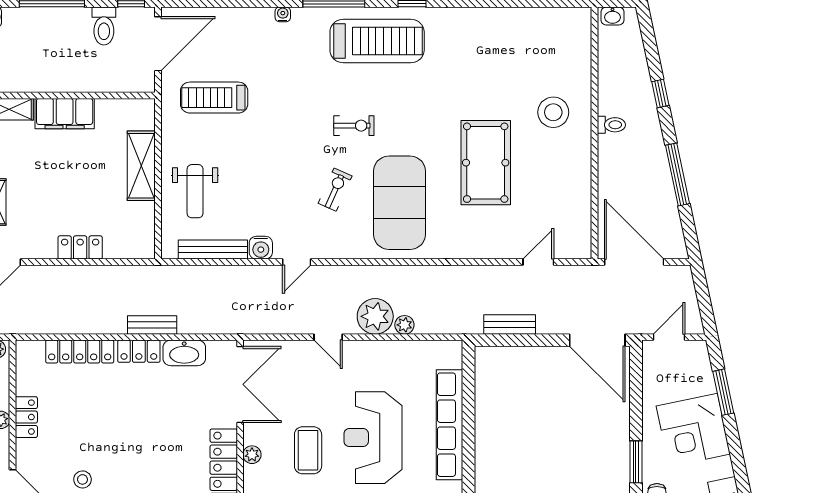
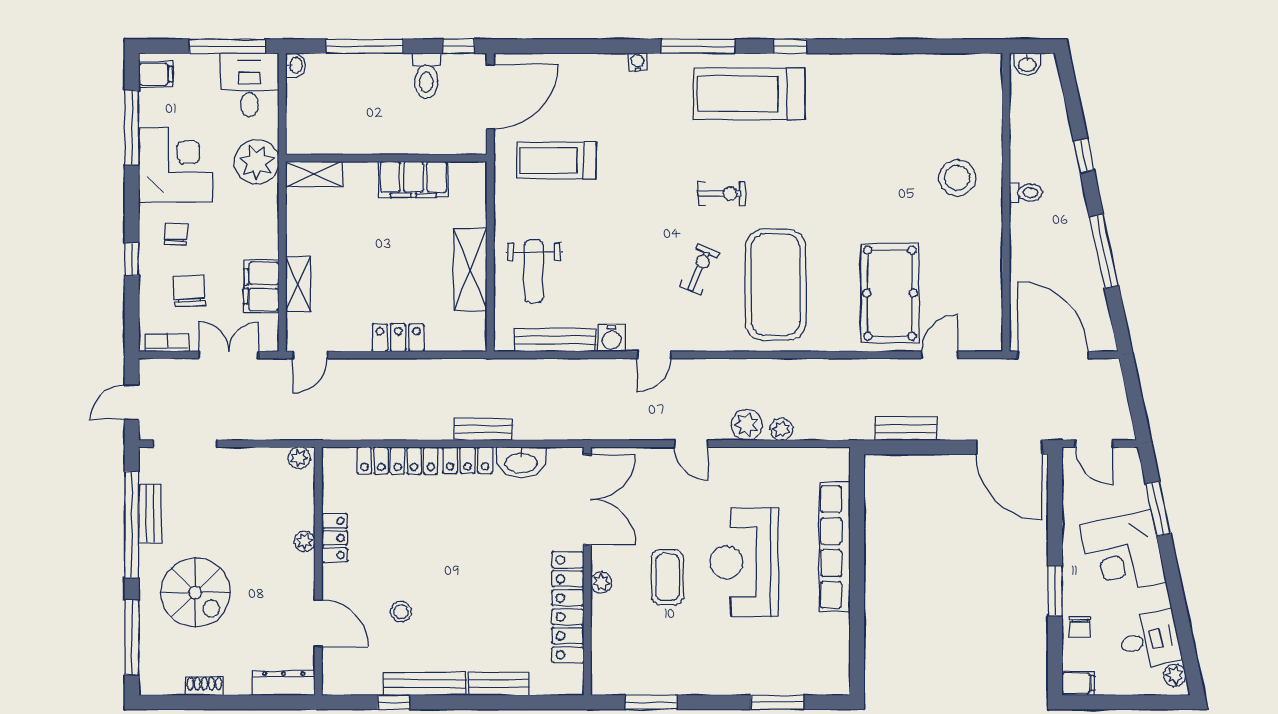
treadmill: (377, 41) -> (749, 94), turned 180
filing cabinet: (65, 114) -> (414, 179), moved
pool table: (486, 163) -> (890, 293), moved
shelving: (141, 166) -> (470, 270), moved
plant: (375, 316) -> (747, 425), width x0.73, depth x0.73
door: (669, 337) -> (1094, 444), swing flipped

